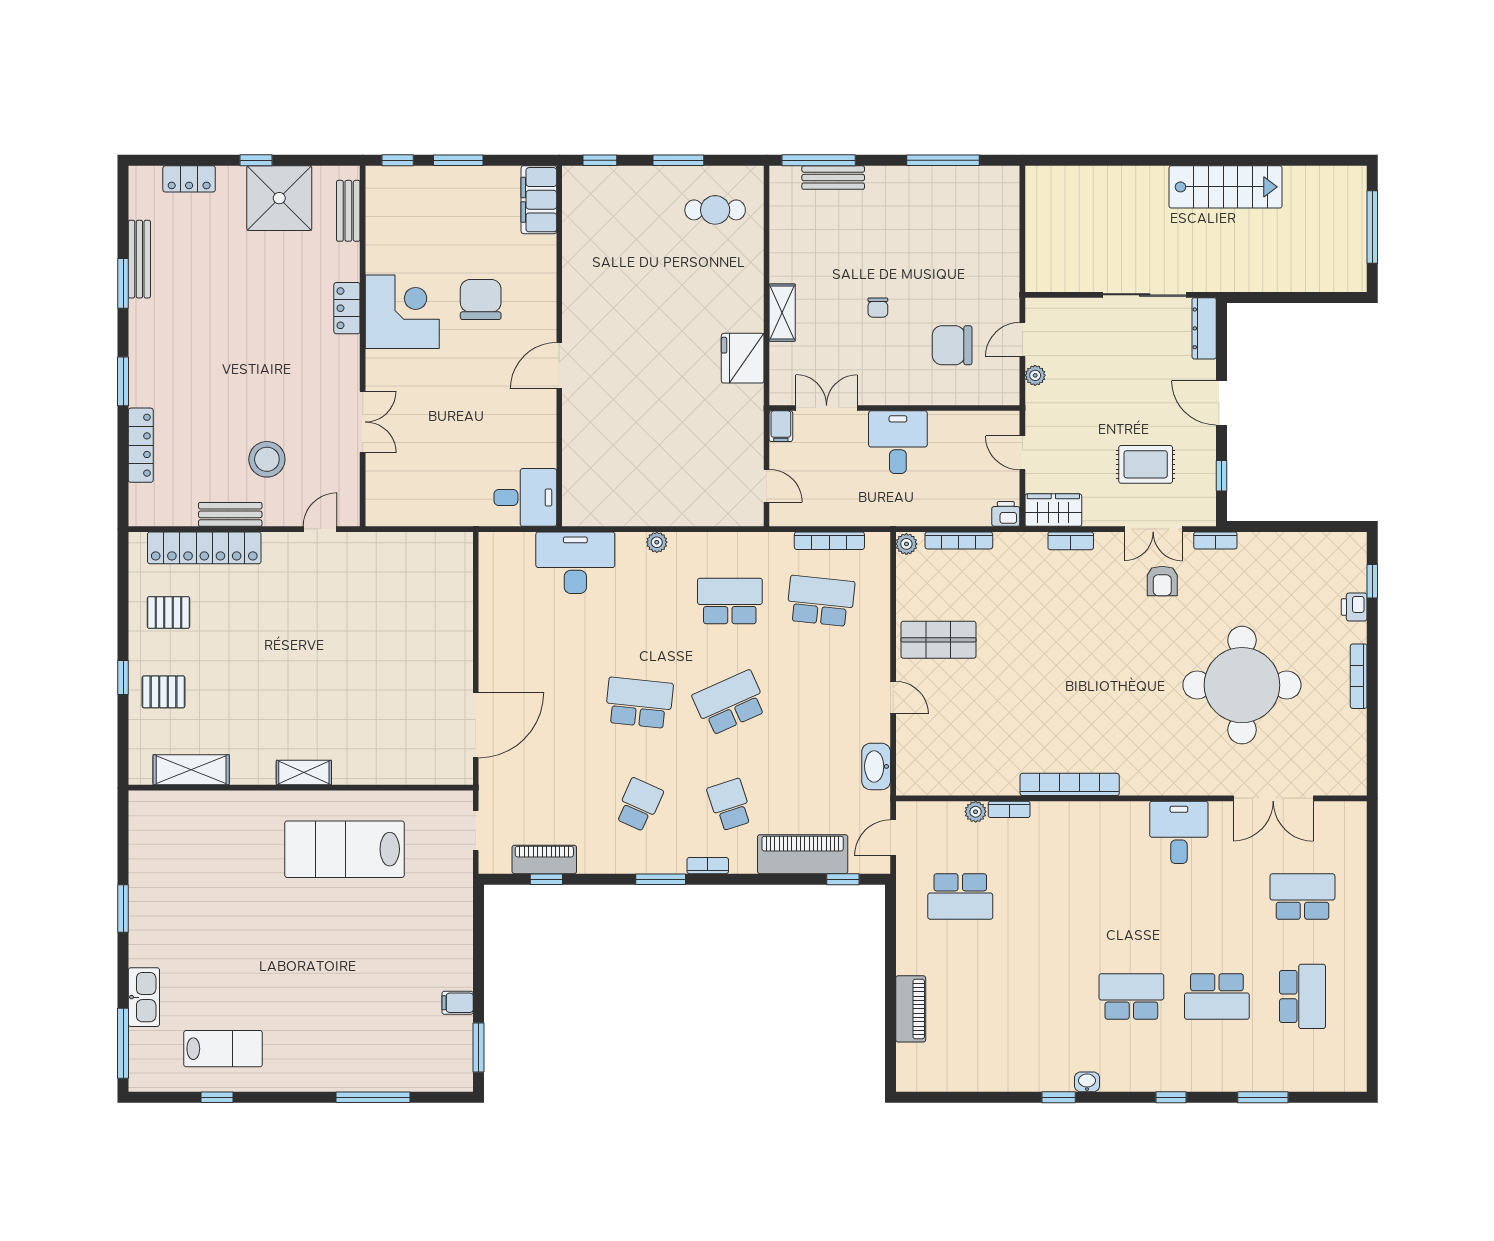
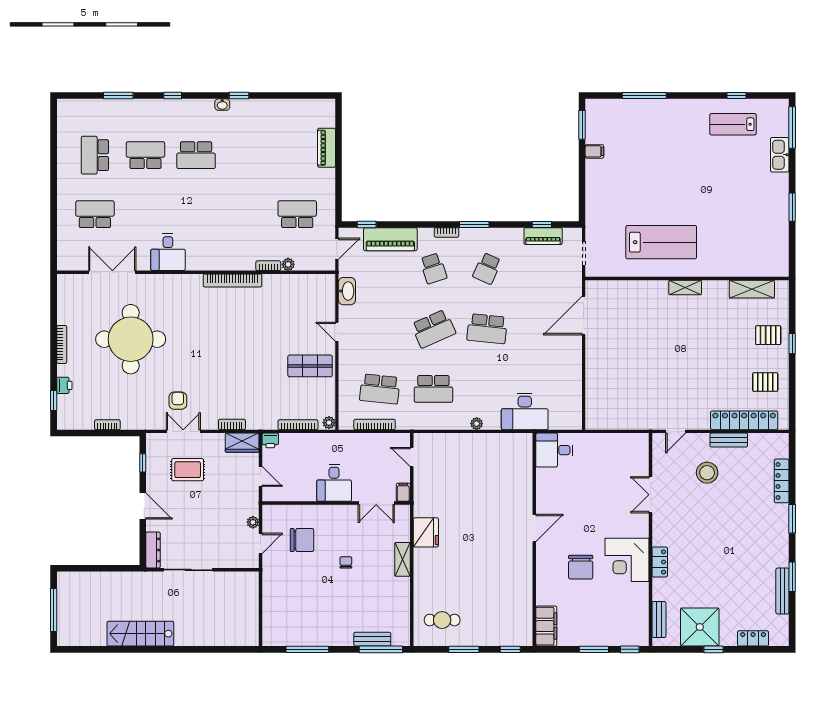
bookcase: (1215, 540) -> (107, 425), moved
school desk: (1302, 897) -> (95, 214), turned 180

